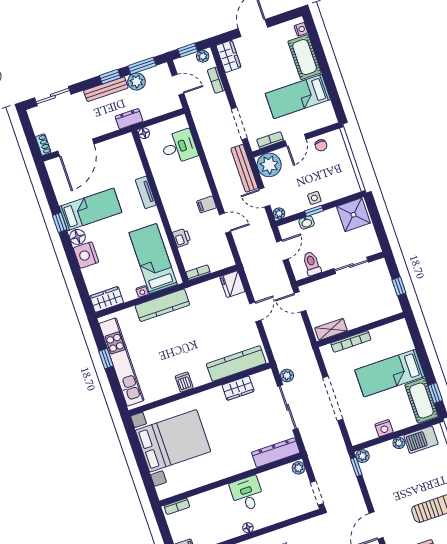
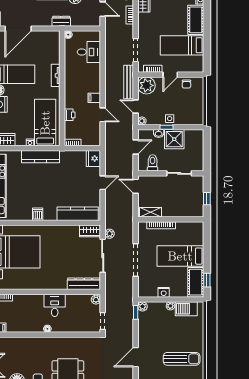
shower: (353, 215) -> (174, 139), moved
wardrobe: (238, 388) -> (90, 231), moved

